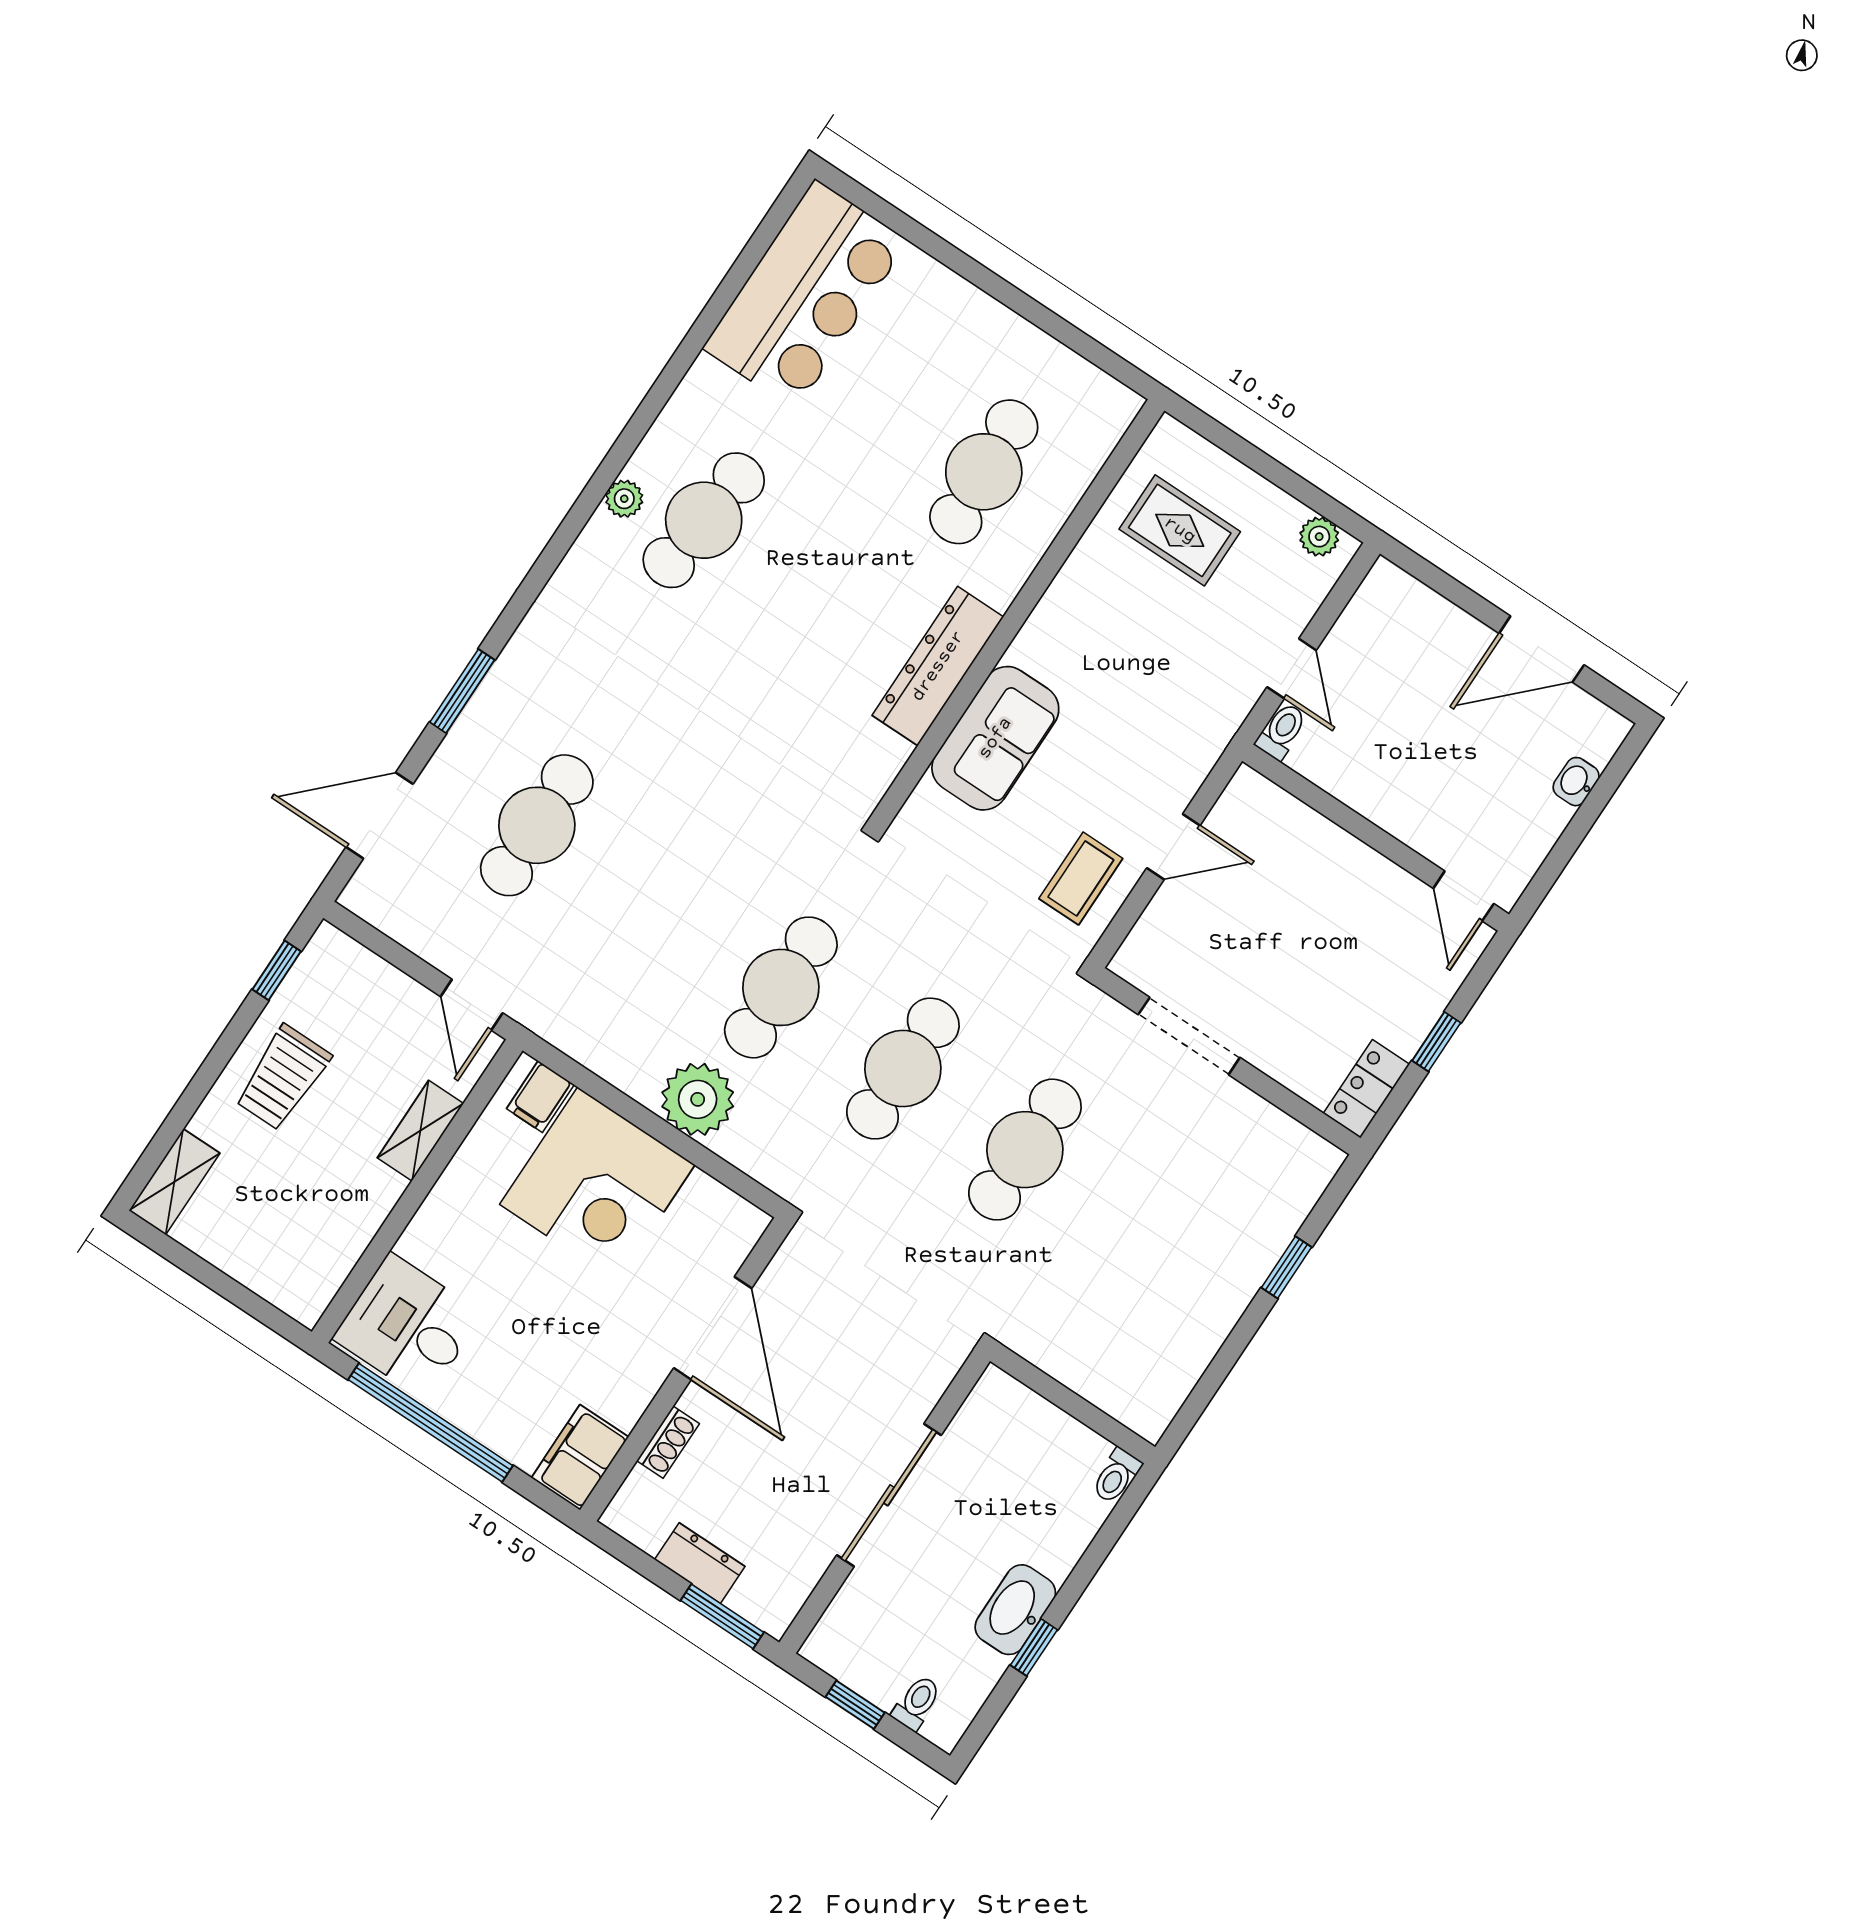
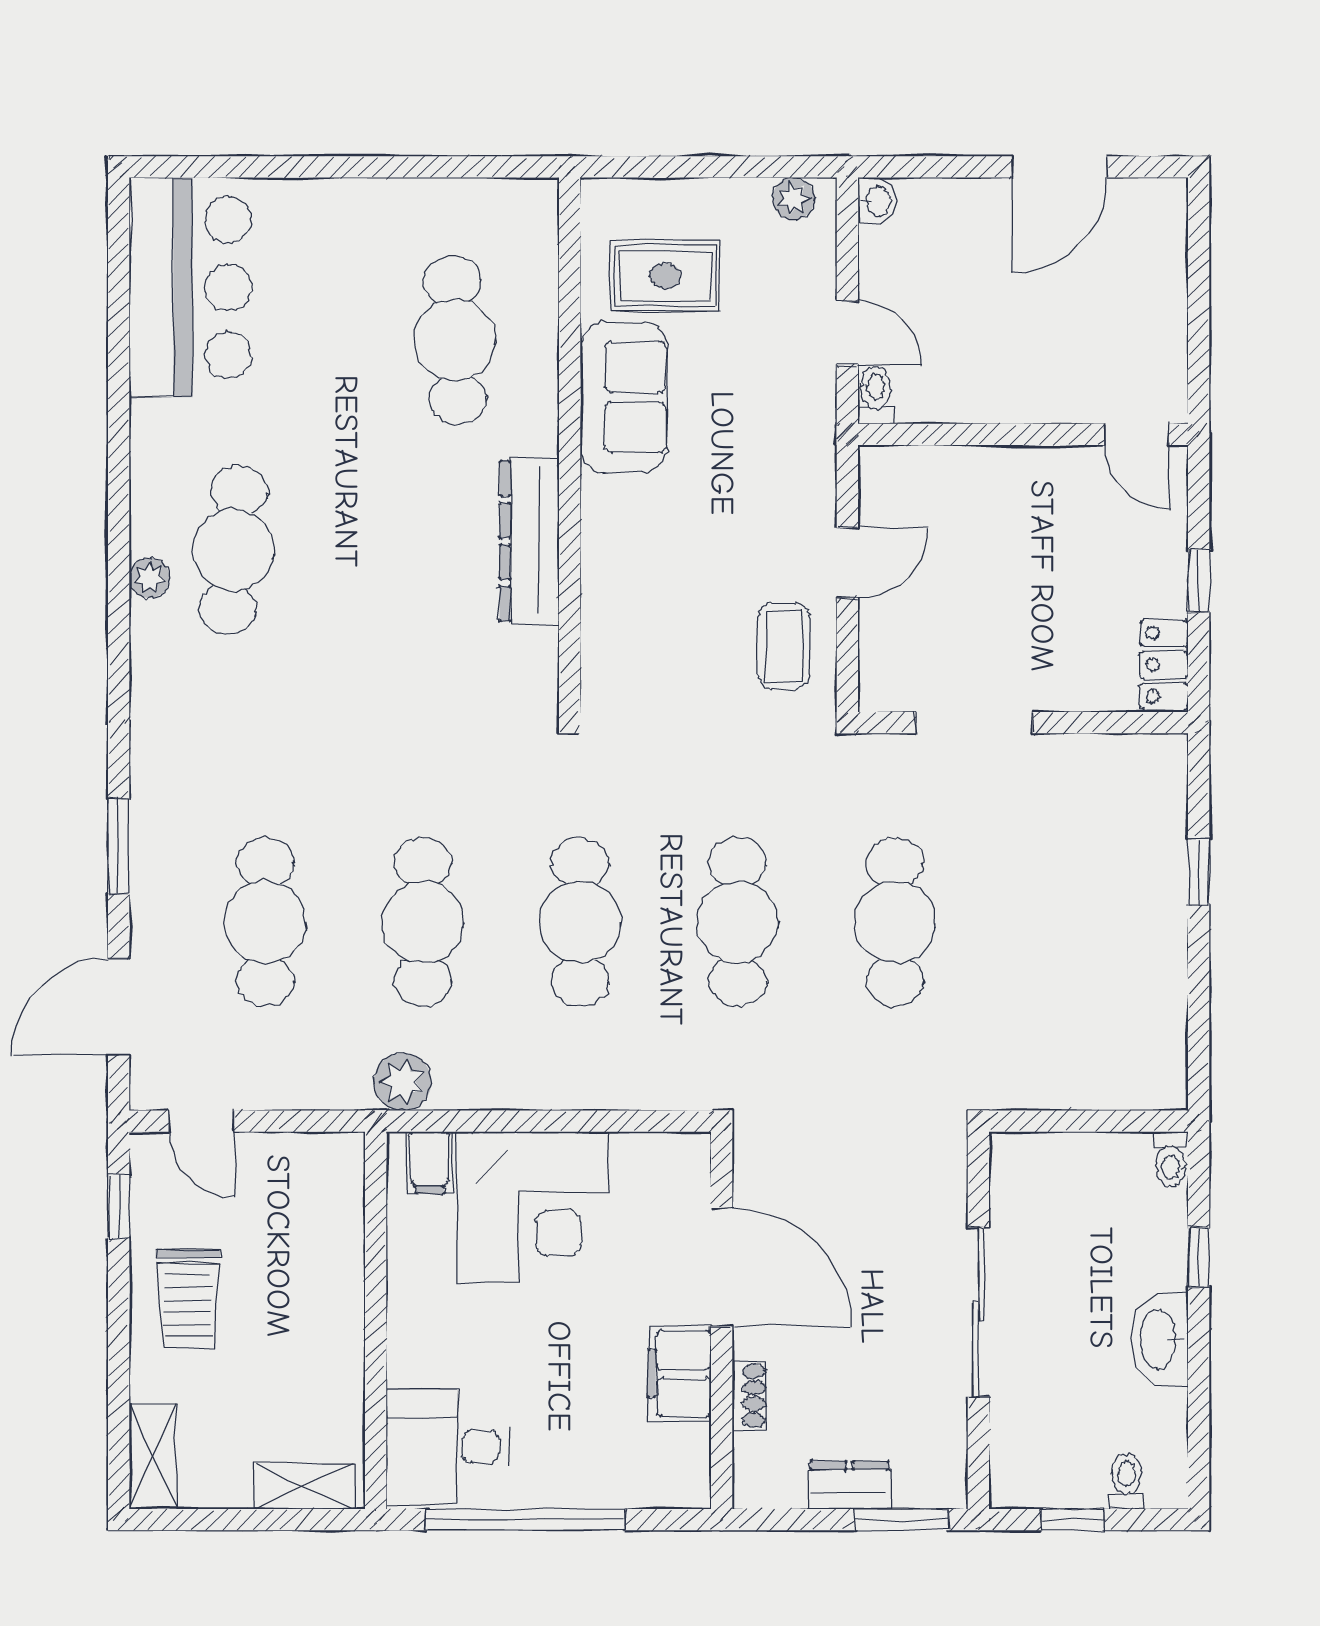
sofa: (995, 738) -> (624, 397), moved
washbasin: (1576, 782) -> (877, 201), moved, turned 180
cafe table: (659, 906) -> (423, 922), added
door: (472, 1005) -> (201, 1121), moved
plant: (698, 1099) -> (403, 1082), moved, width x0.73, depth x0.73
shelving: (420, 1131) -> (305, 1487), moved, turned 90
filing cabinet: (580, 1457) -> (680, 1374), moved
window: (1034, 1647) -> (1199, 1257), moved

